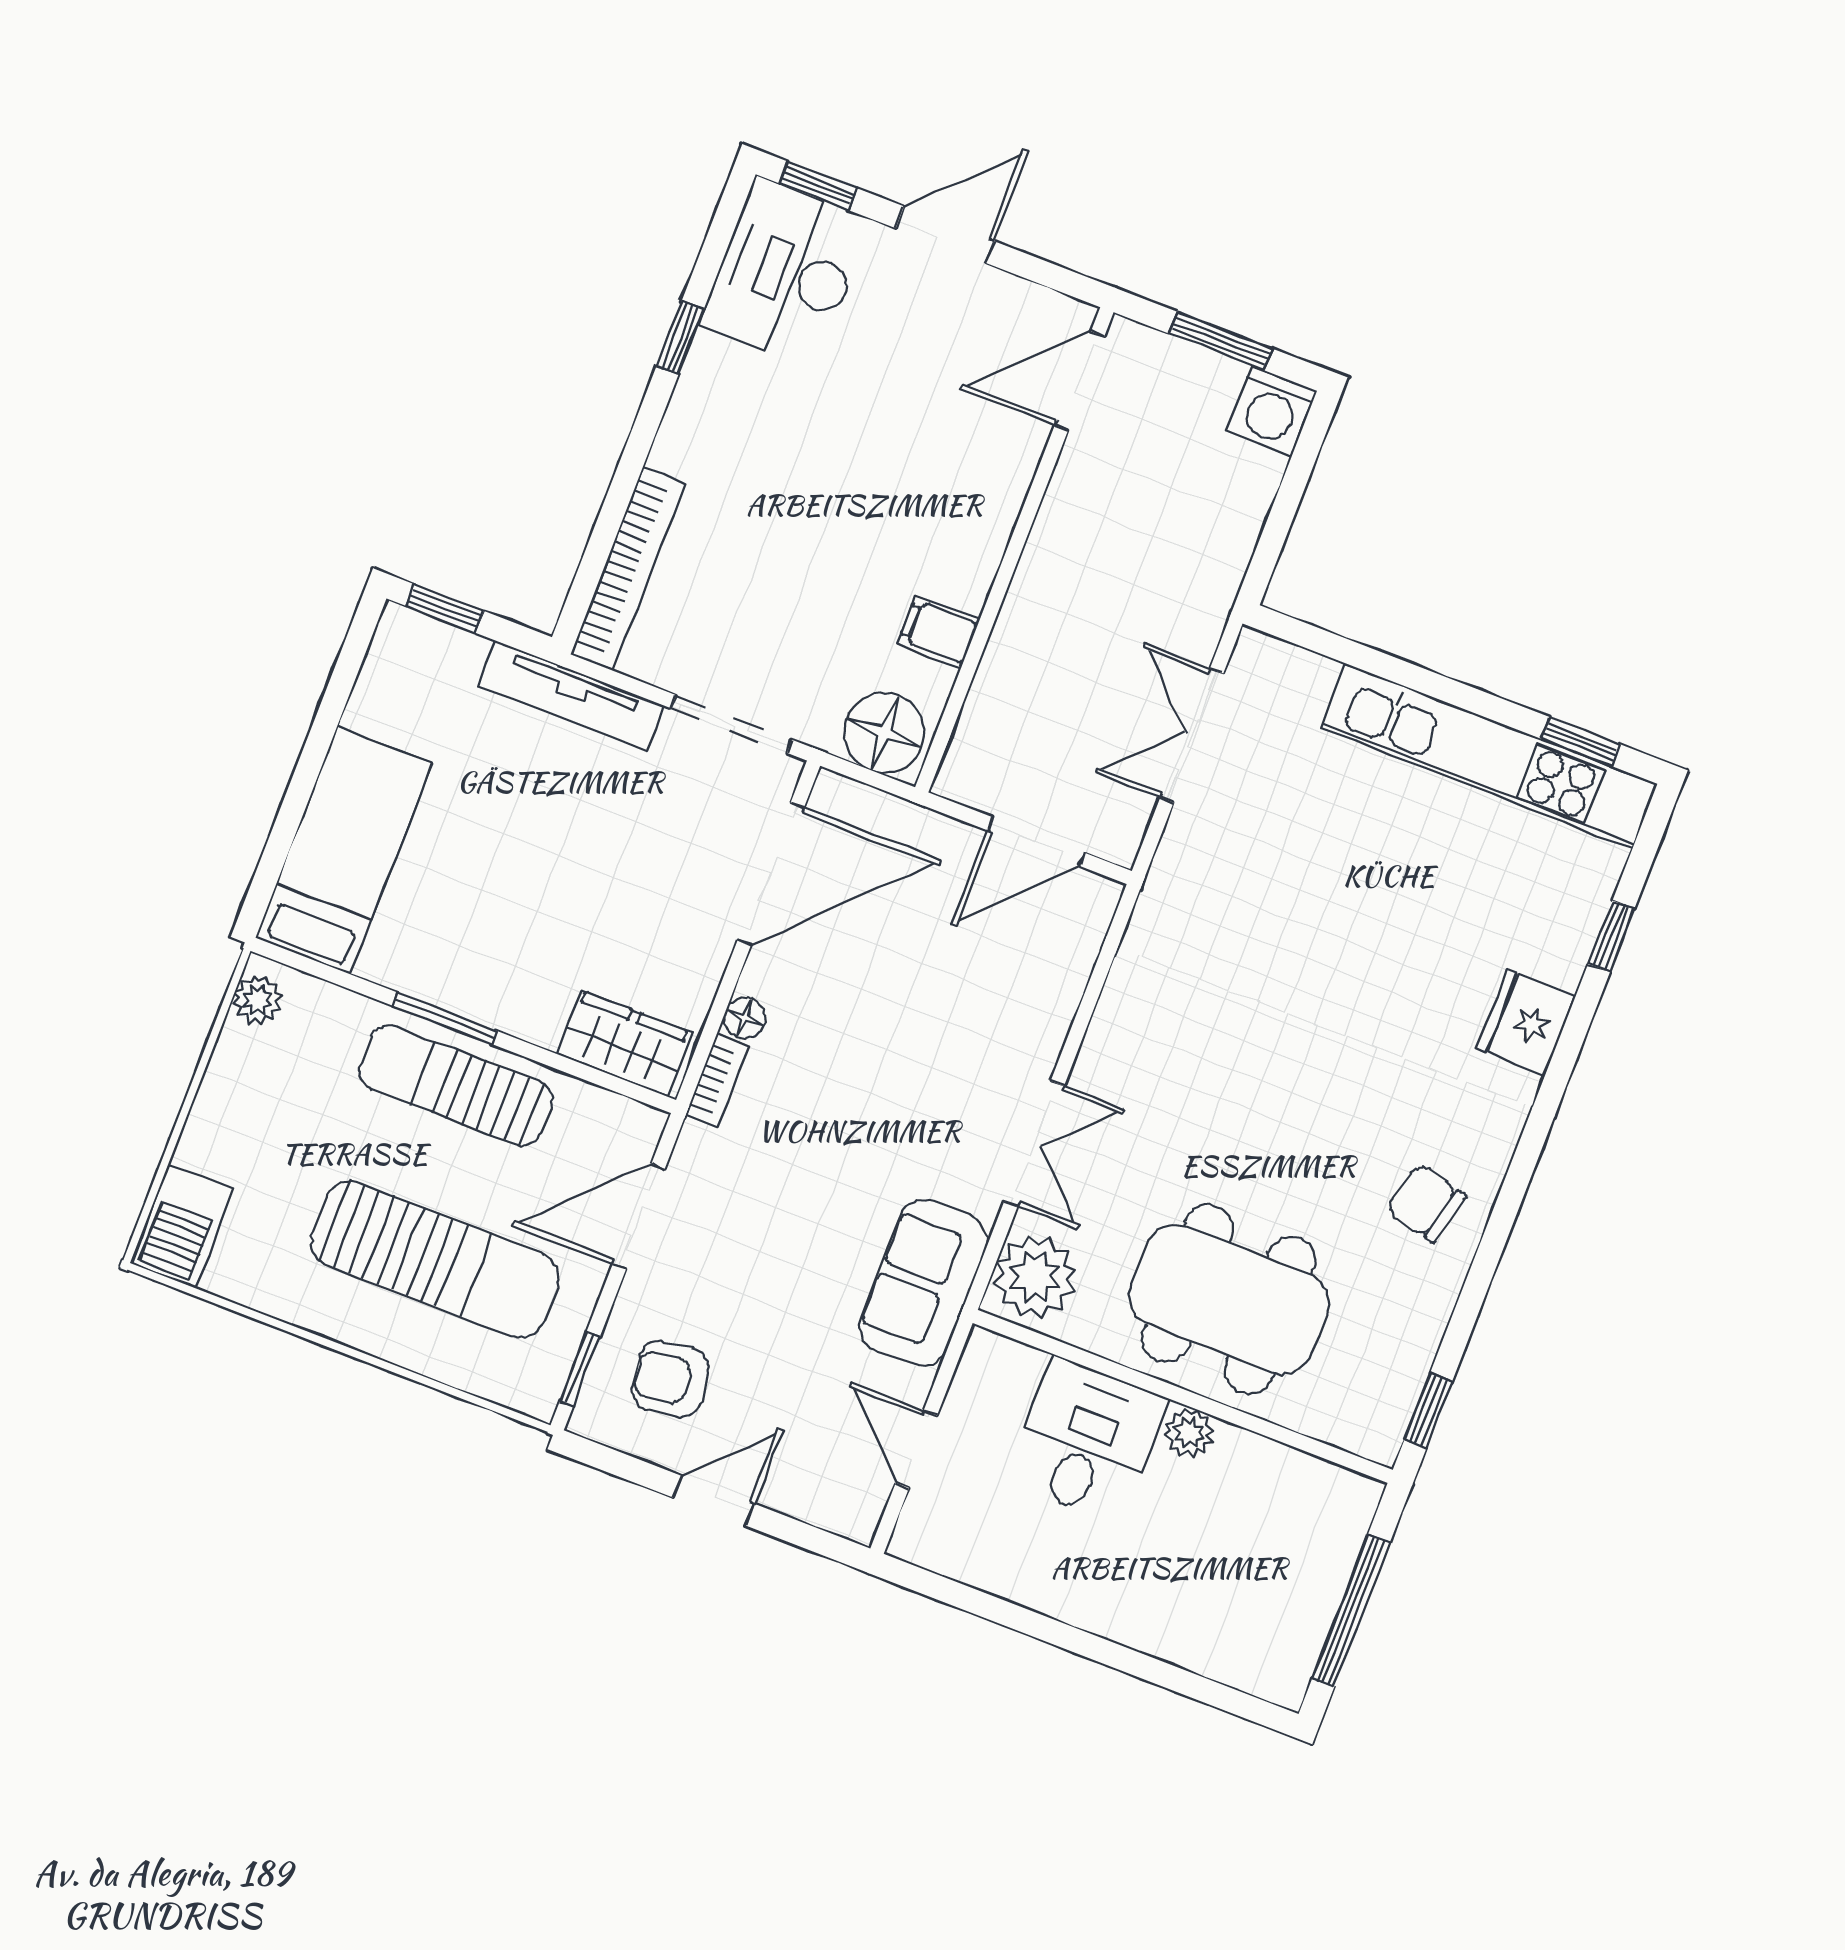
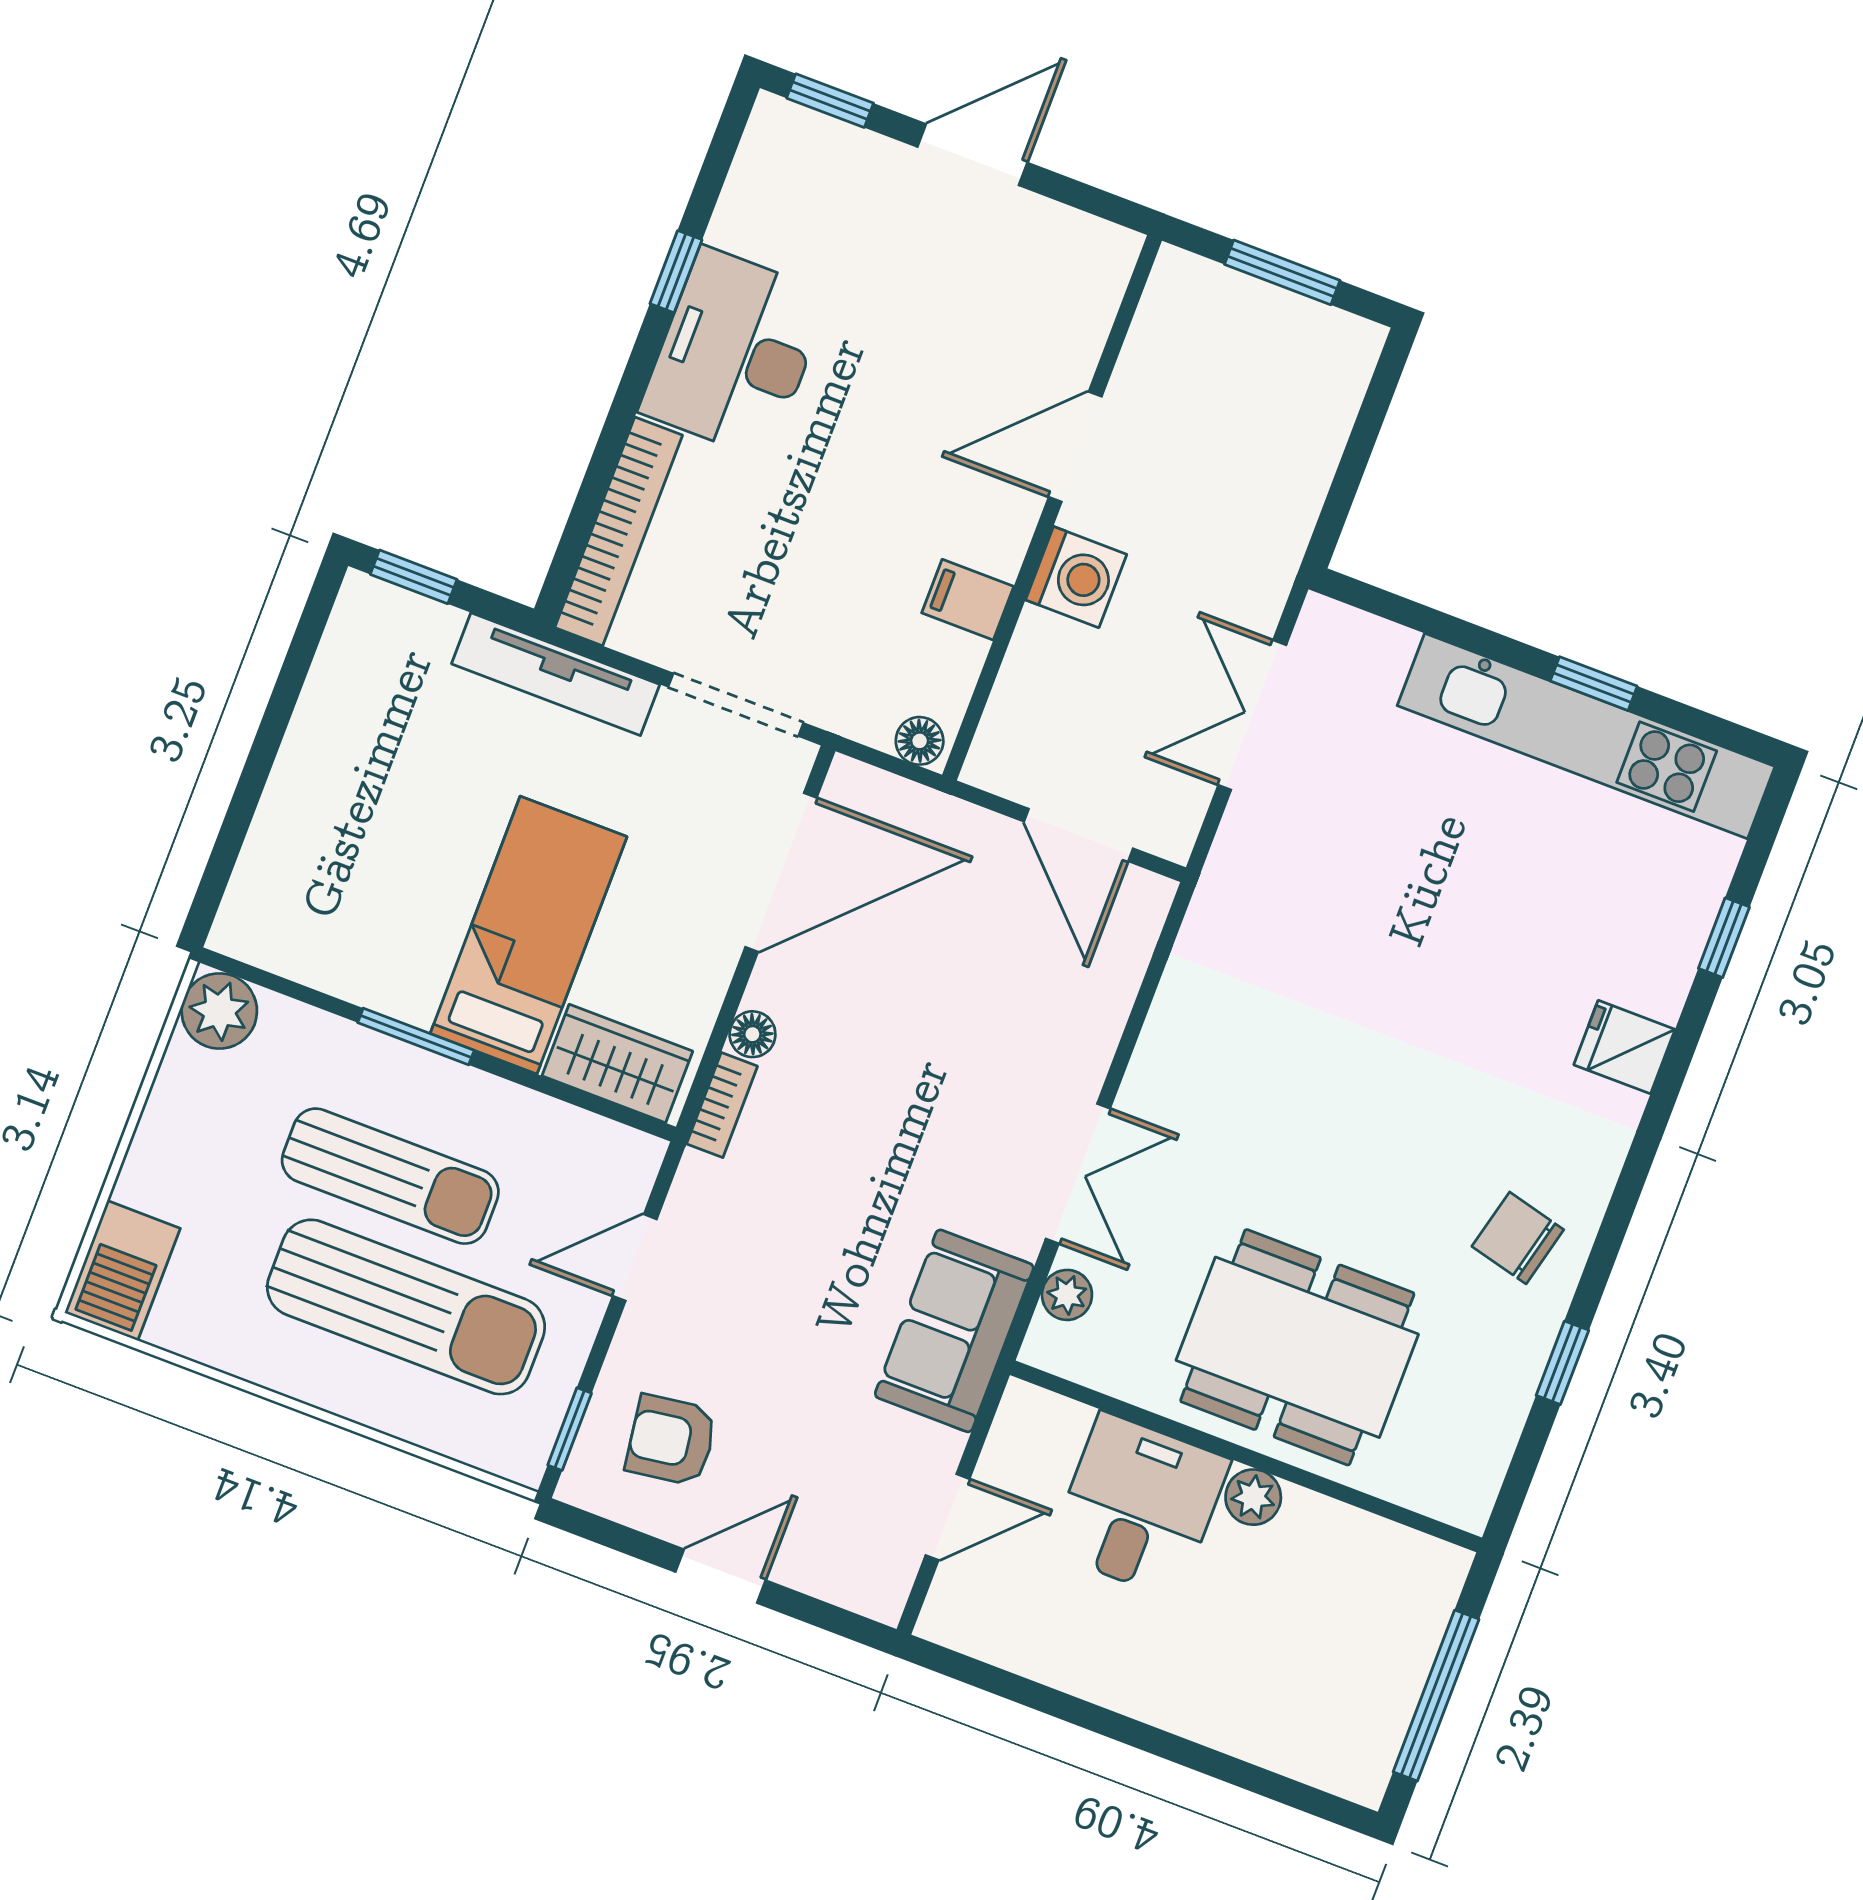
desk: (786, 272) -> (735, 353), moved
door: (1079, 381) -> (1075, 447), moved
washing machine: (1272, 411) -> (1076, 577), moved, turned -90
floor lamp: (884, 733) -> (920, 741), width x0.53, depth x0.53
window: (1581, 742) -> (1594, 684), moved
door: (1036, 842) -> (1078, 835), hinge flipped
bed: (344, 850) -> (529, 935), moved
plant: (258, 1000) -> (219, 1011), width x1.38, depth x1.38
fridge: (1526, 1022) -> (1624, 1047), width x0.72
sun lounger: (456, 1085) -> (390, 1176), moved, turned 180
door: (639, 1216) -> (635, 1258), width x0.73
plant: (1035, 1277) -> (1067, 1295), width x0.53, depth x0.53
window: (1428, 1411) -> (1562, 1363), moved
door: (916, 1449) -> (947, 1517), swing flipped

